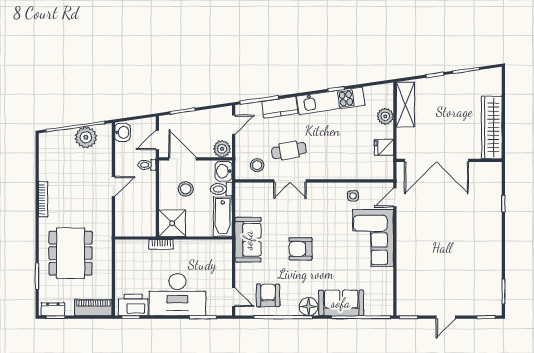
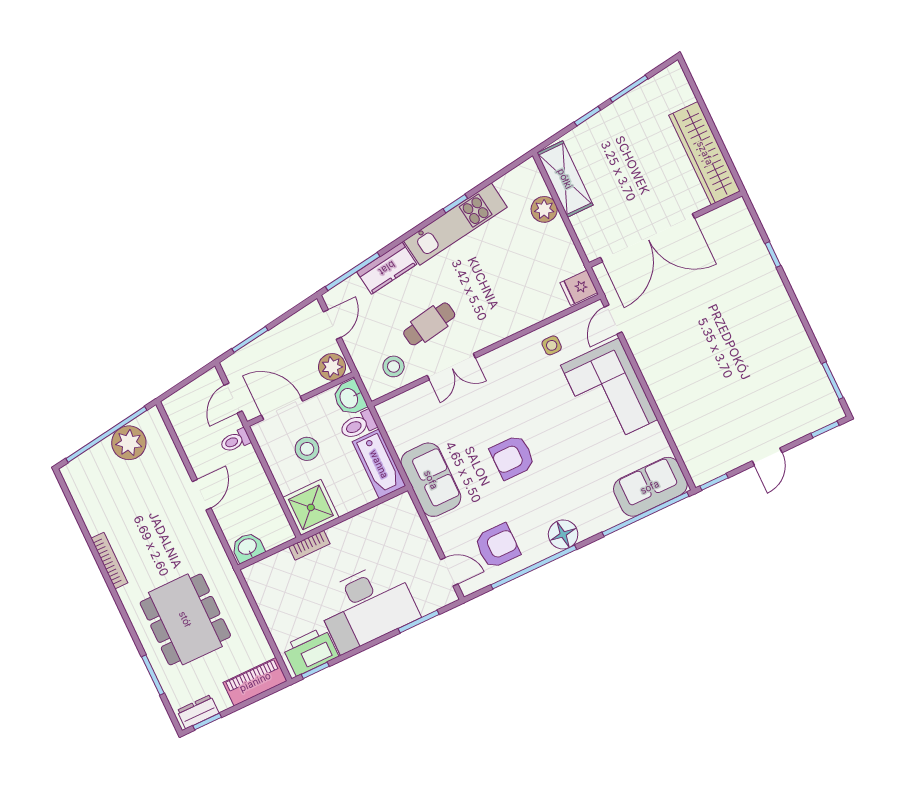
washbasin: (122, 132) -> (248, 547), moved, turned -90
fridge: (384, 147) -> (579, 288), moved
armchair: (268, 295) -> (497, 546), turned 90
sofa: (341, 303) -> (650, 487), moved

